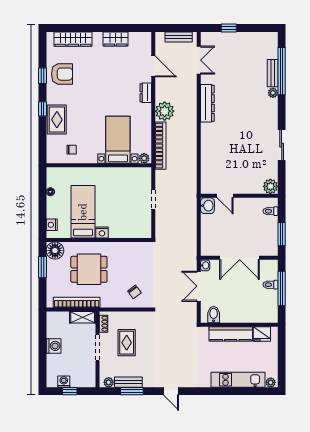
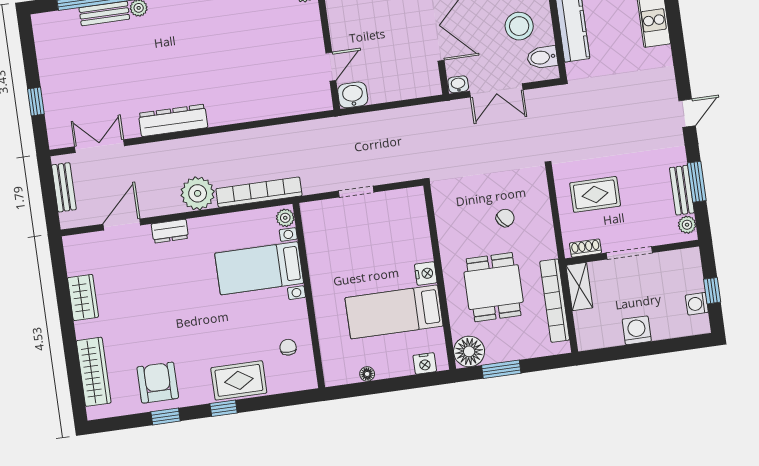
chair: (134, 292) -> (505, 218), moved
stool: (233, 304) -> (519, 26), added
rug: (127, 343) -> (595, 194), moved

